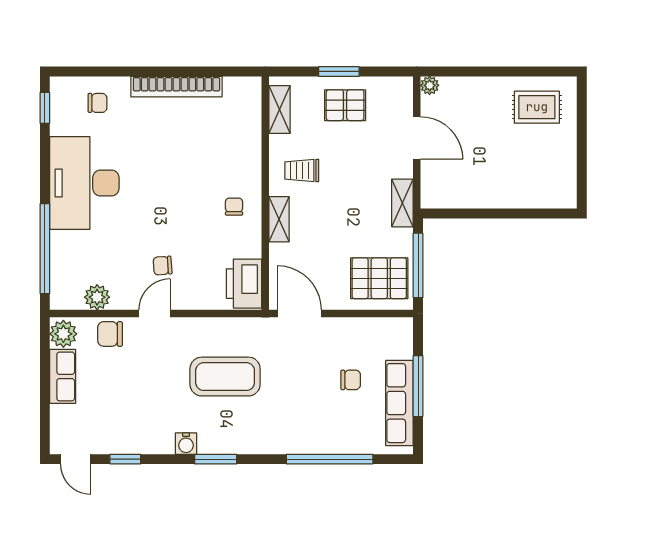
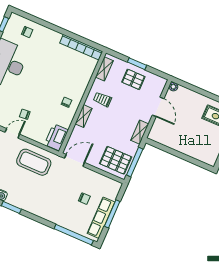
bookcase: (176, 87) -> (81, 47), moved
door: (299, 313) -> (75, 160), hinge flipped
coffee table: (225, 377) -> (34, 162), moved
window: (330, 459) -> (74, 235), moved

